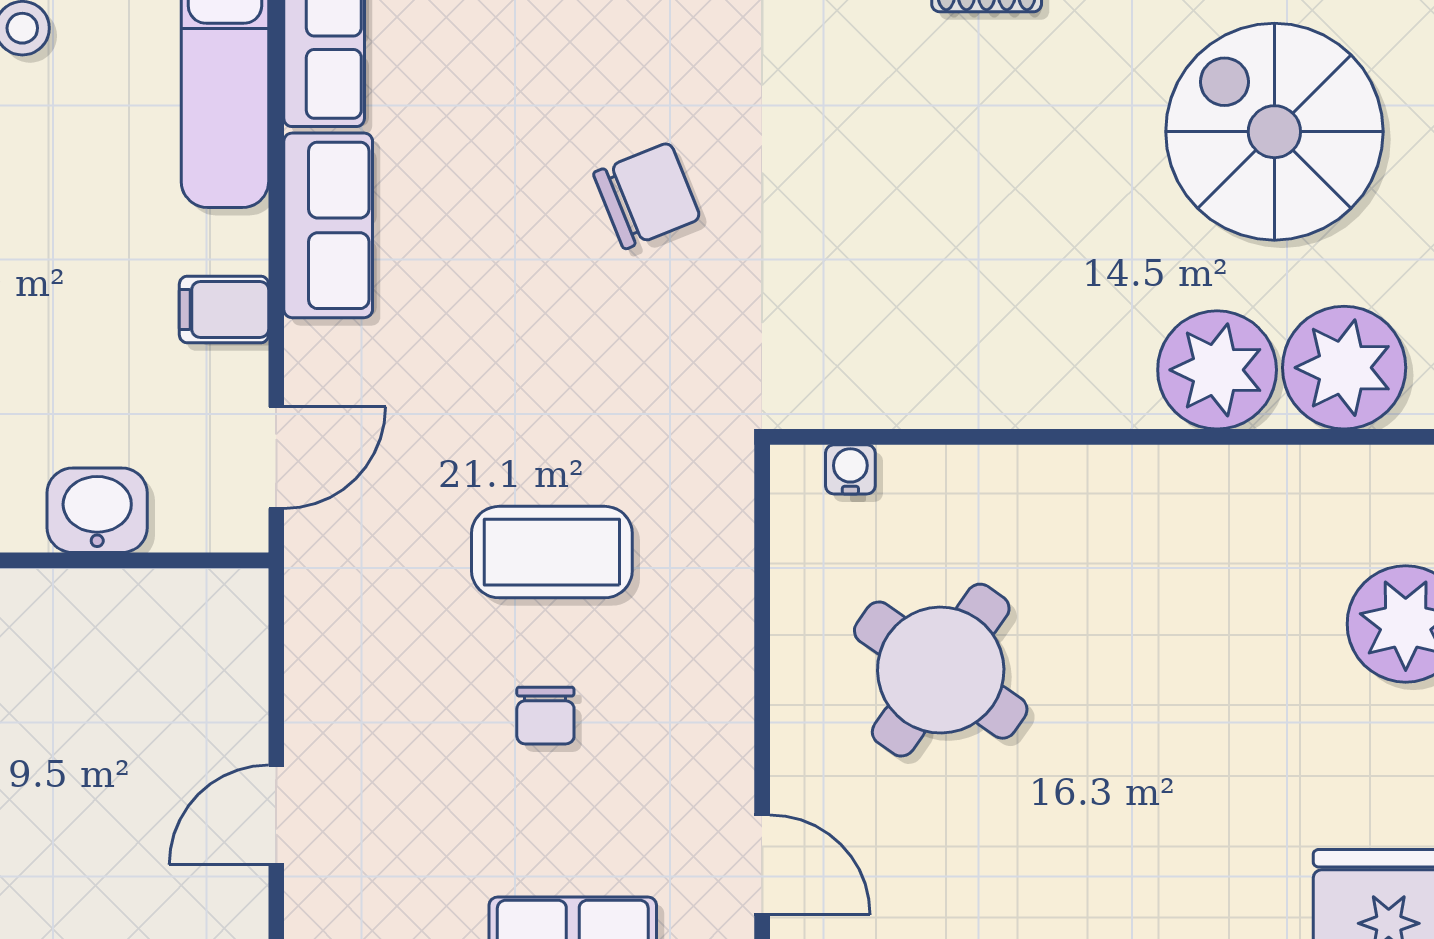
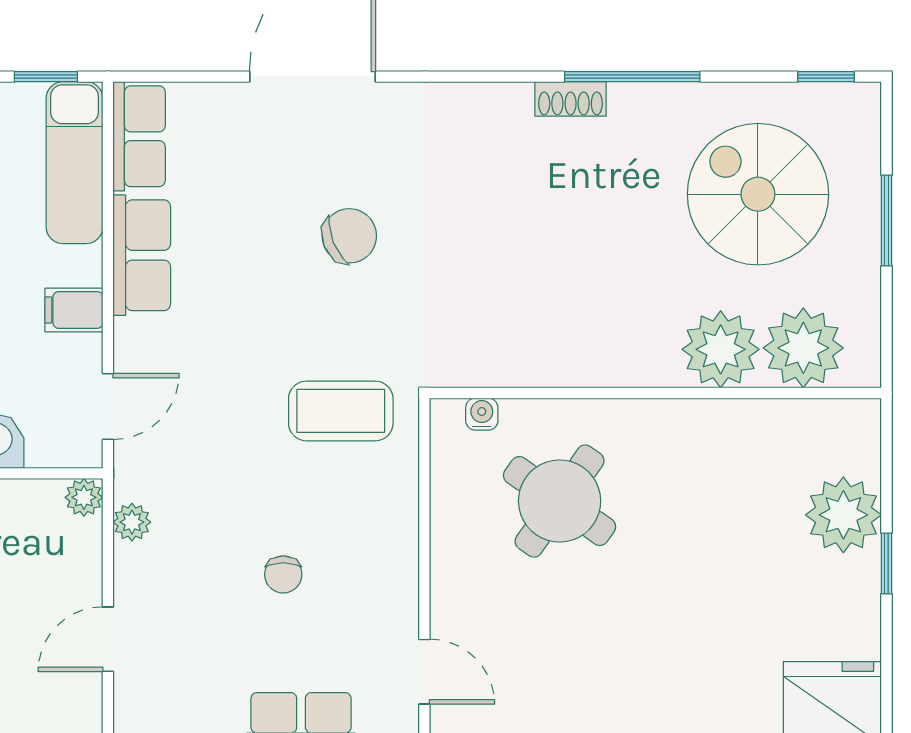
coffee table: (552, 552) -> (341, 411), moved
plant: (239, 597) -> (84, 497), added
plant: (313, 635) -> (132, 522), added
round table: (941, 670) -> (560, 501), moved

